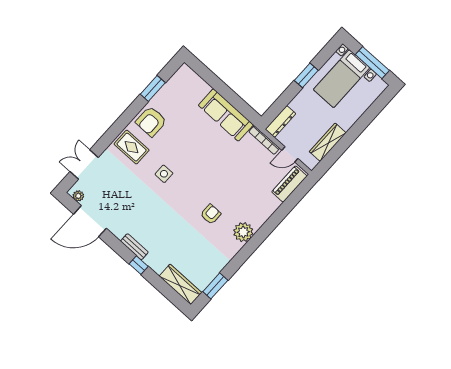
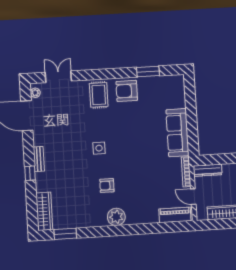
side table: (164, 174) -> (99, 148), moved
armchair: (211, 214) -> (107, 186), turned 180

